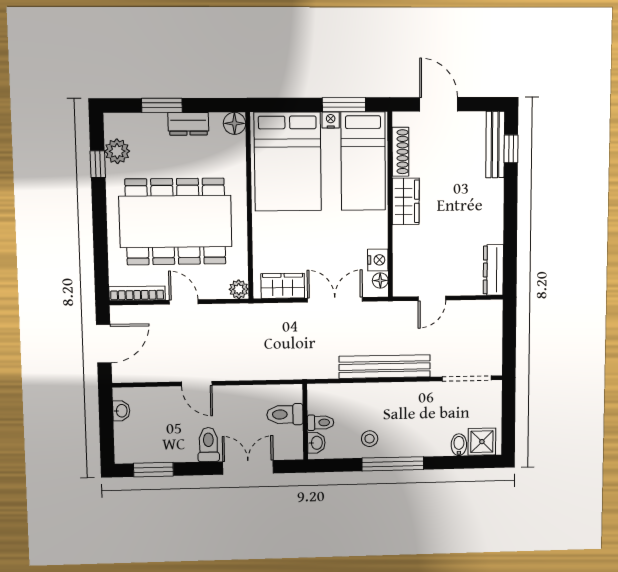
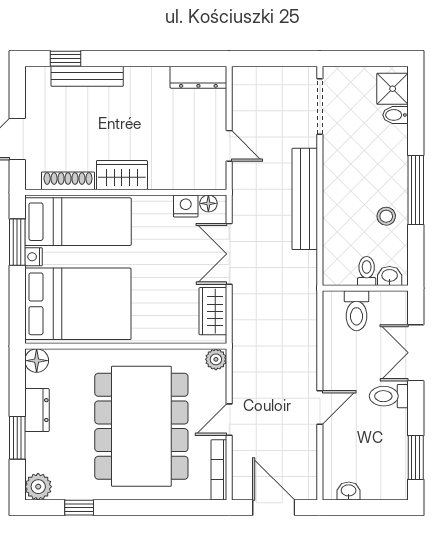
bench: (495, 145) -> (87, 76), moved
plant: (117, 151) -> (38, 487), moved

